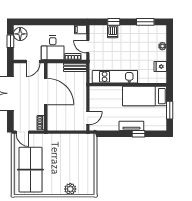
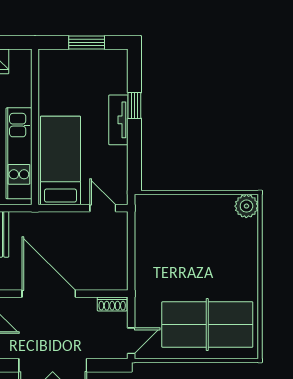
door: (46, 91) -> (49, 294), hinge flipped
bed: (145, 96) -> (60, 160), moved, turned 180
plant: (70, 189) -> (246, 206), moved

